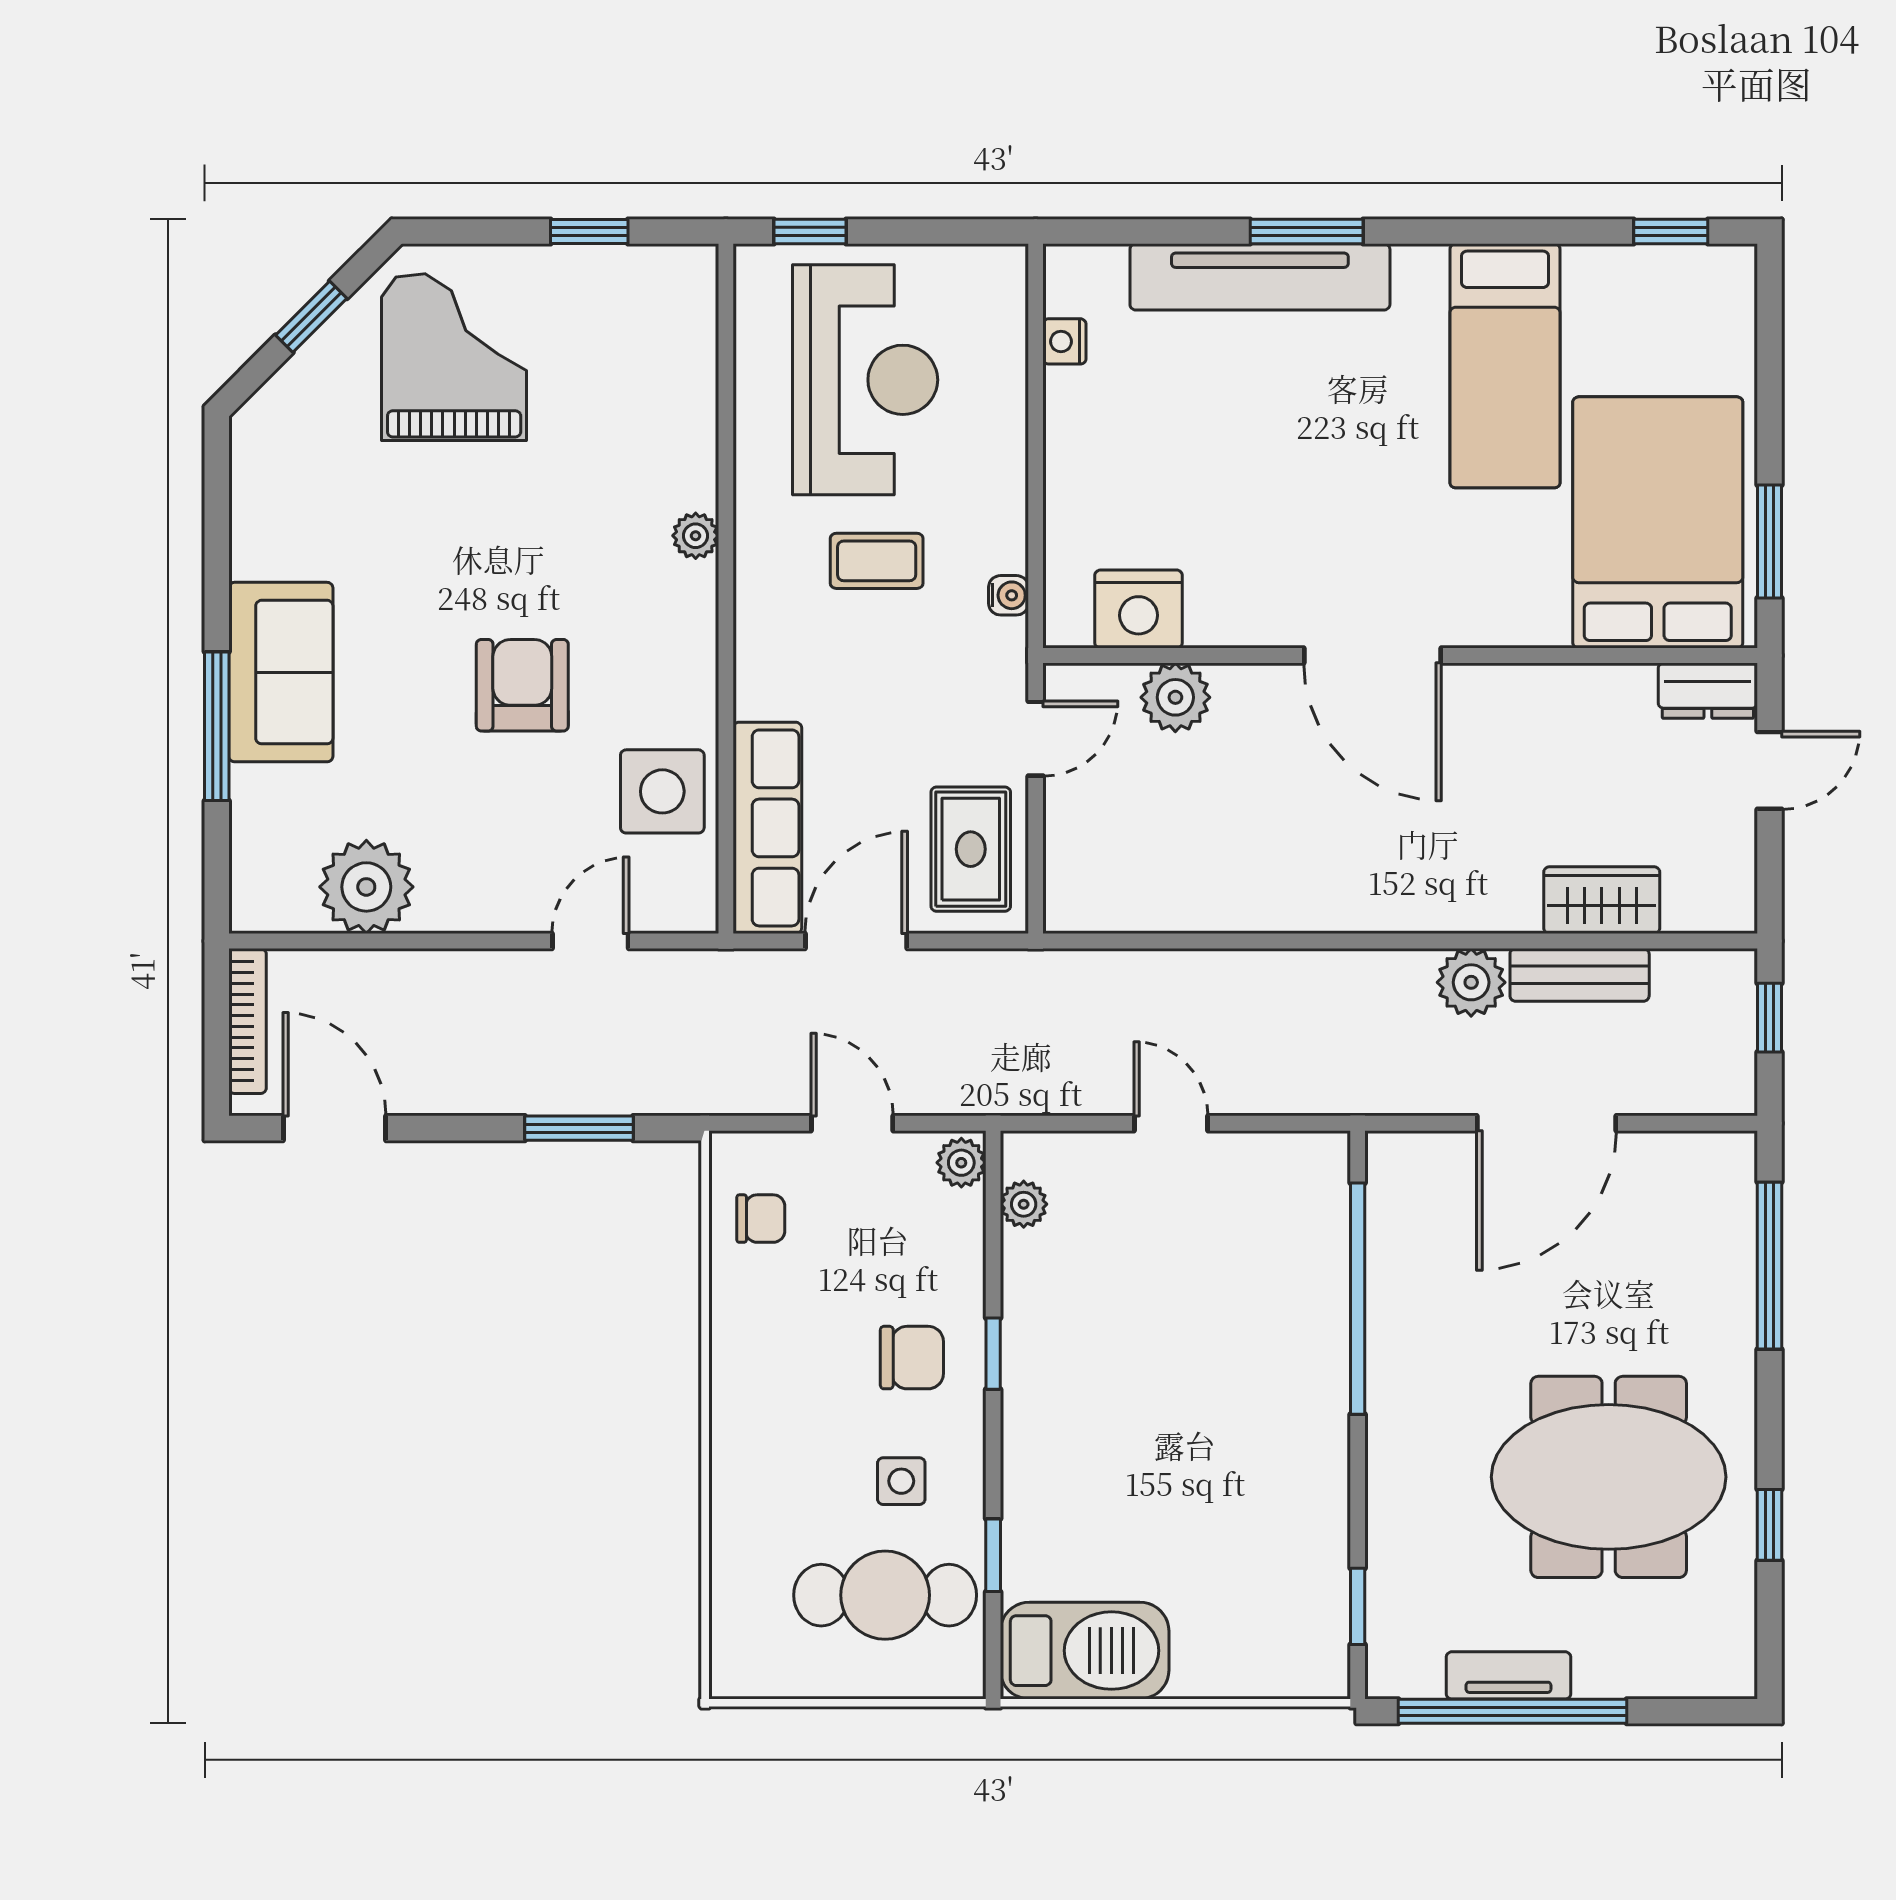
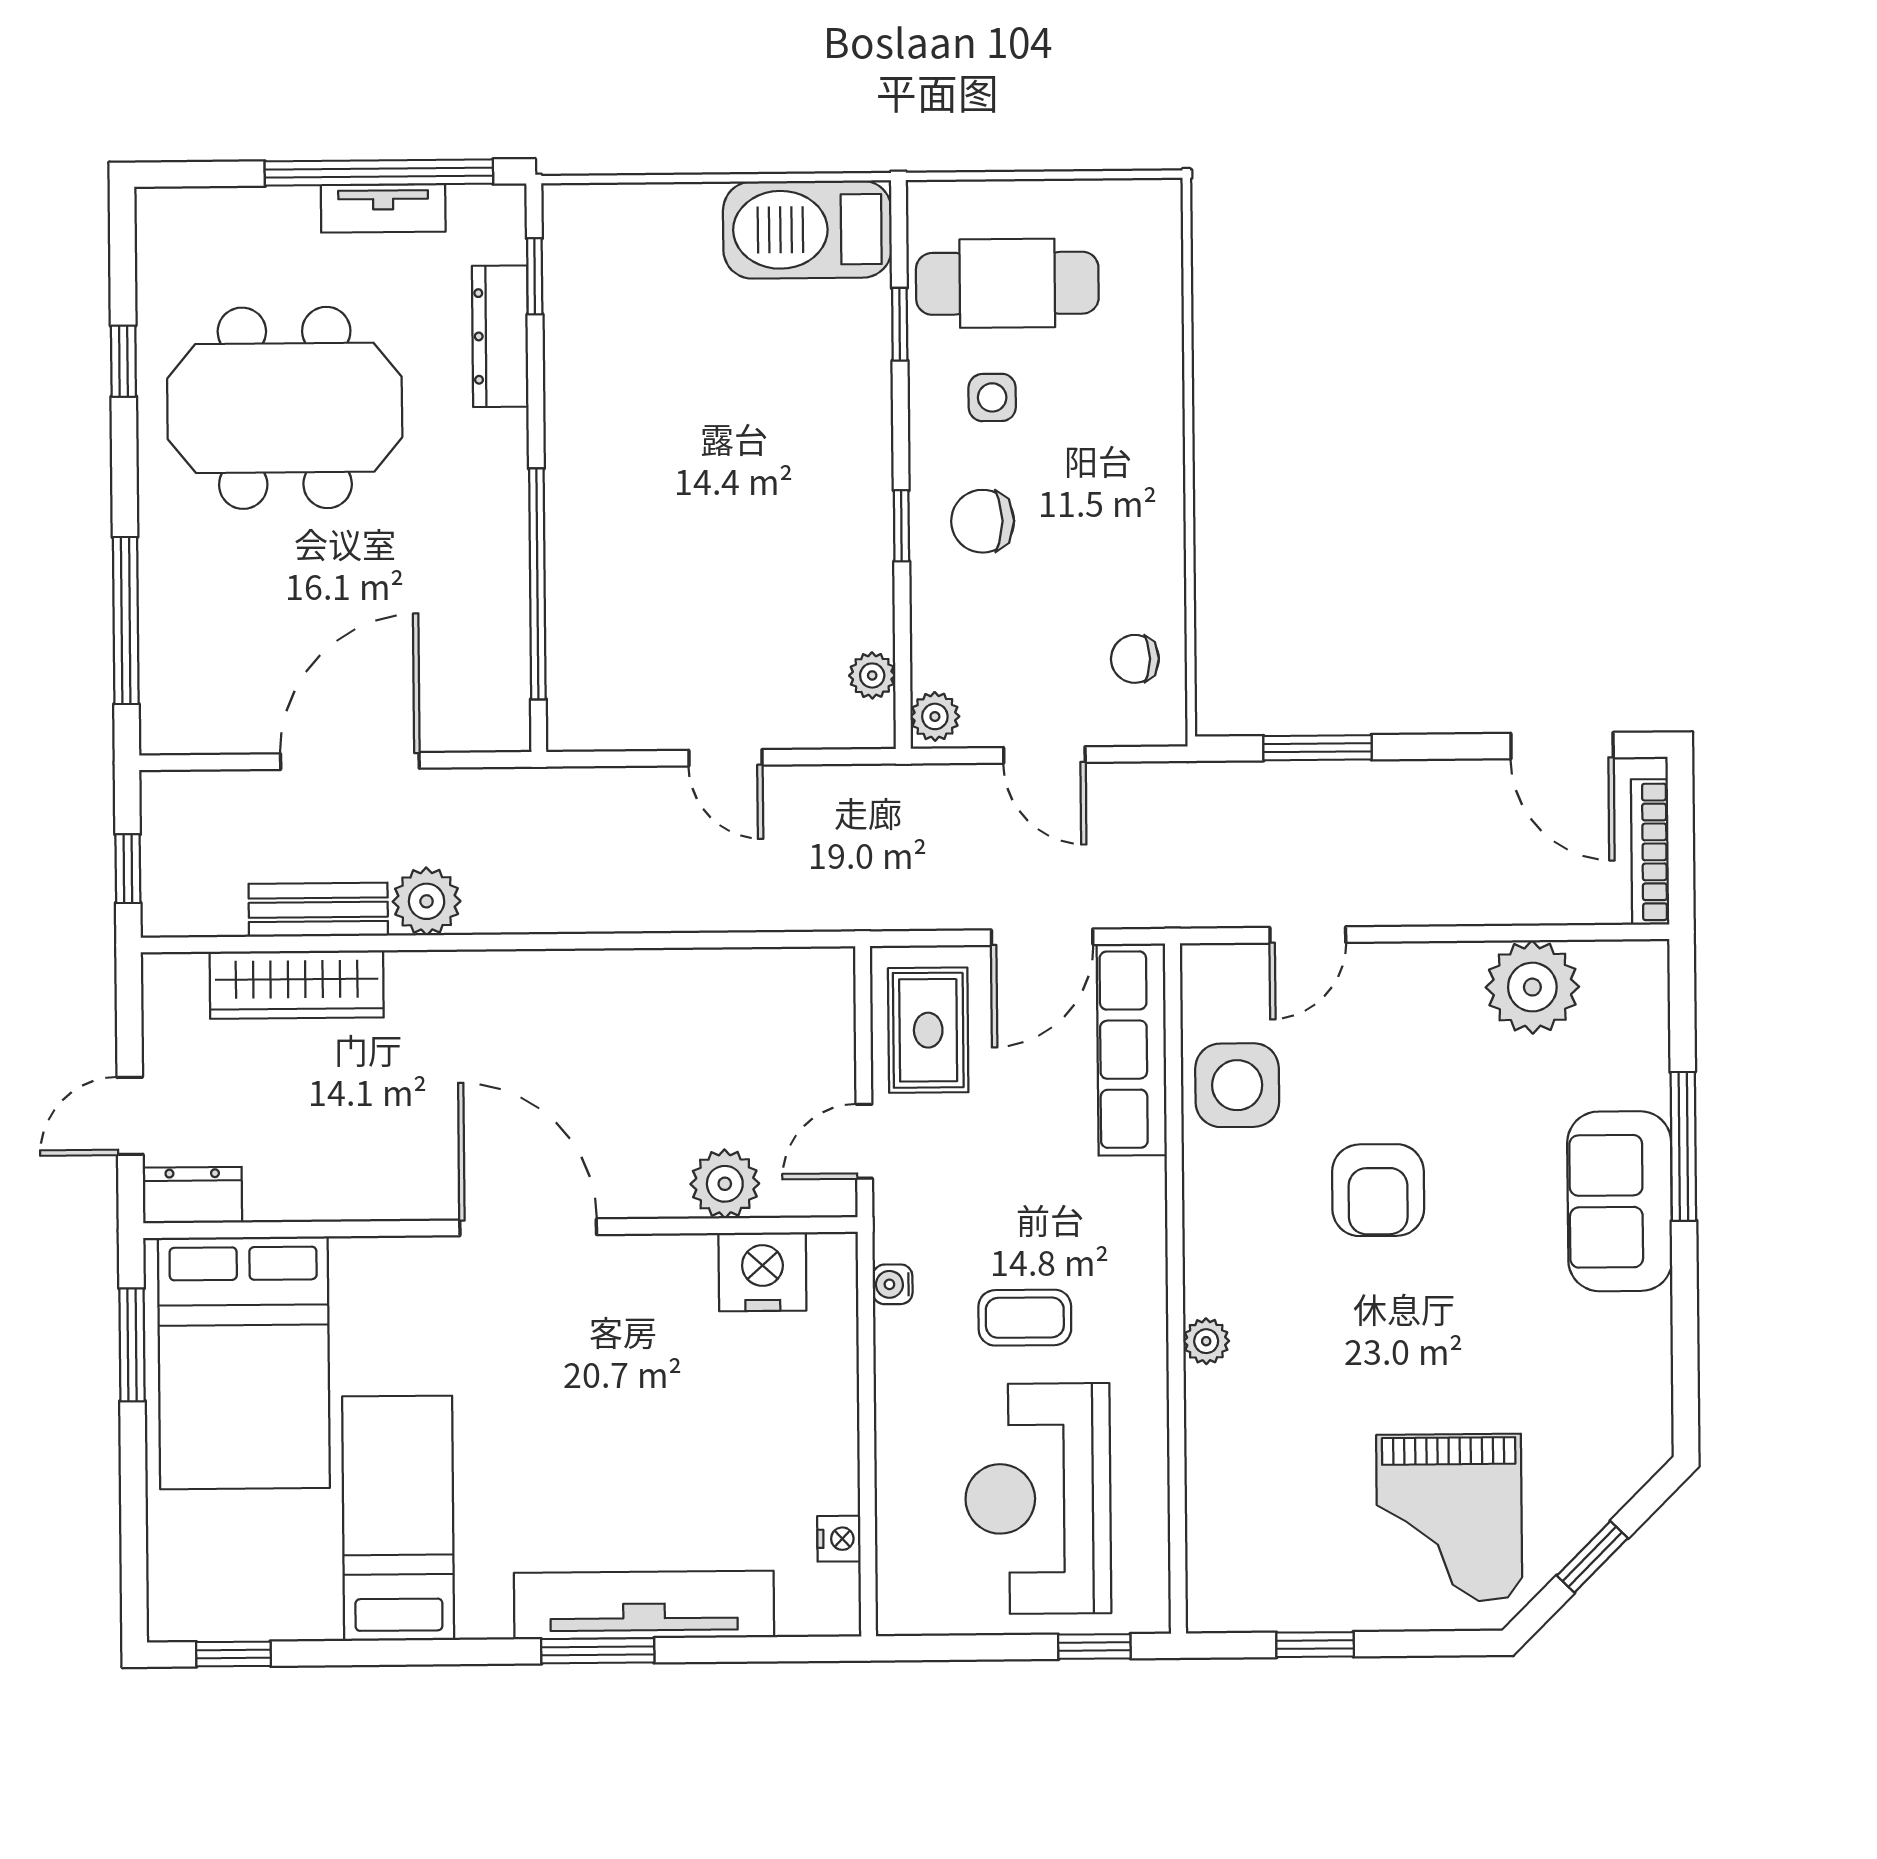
wardrobe: (1602, 900) -> (297, 985), width x1.50
dresser: (1393, 1547) -> (500, 336), added

